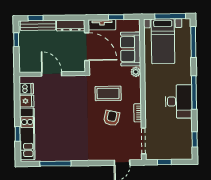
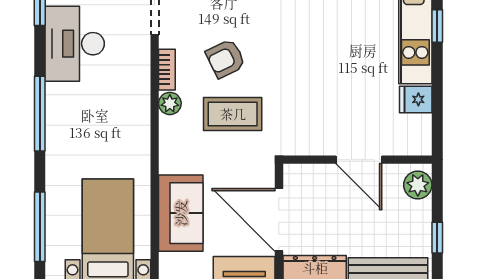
plant: (25, 63) -> (418, 185), added
plant: (136, 72) -> (170, 103), moved
dishwasher: (26, 89) -> (416, 127), removed
desk: (179, 101) -> (75, 44), moved
armchair: (112, 118) -> (226, 59), turned 52

